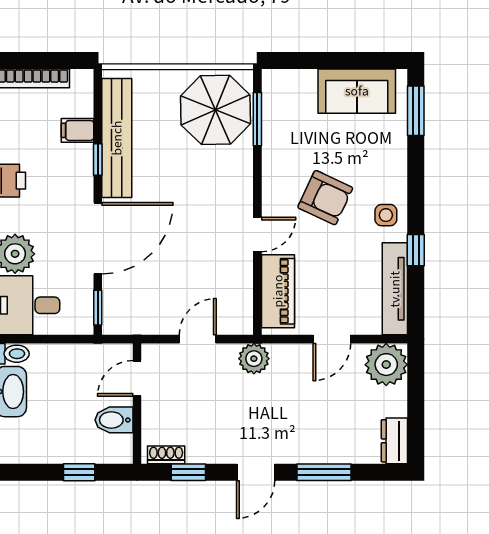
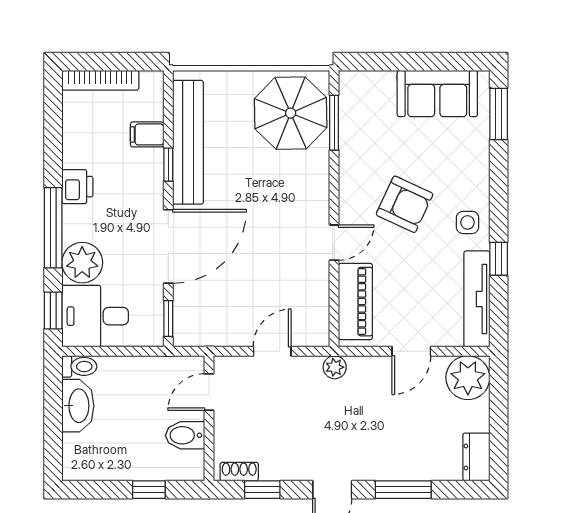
plant: (254, 359) -> (335, 367), width x0.73, depth x0.73

